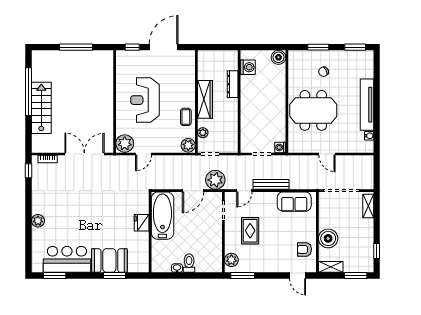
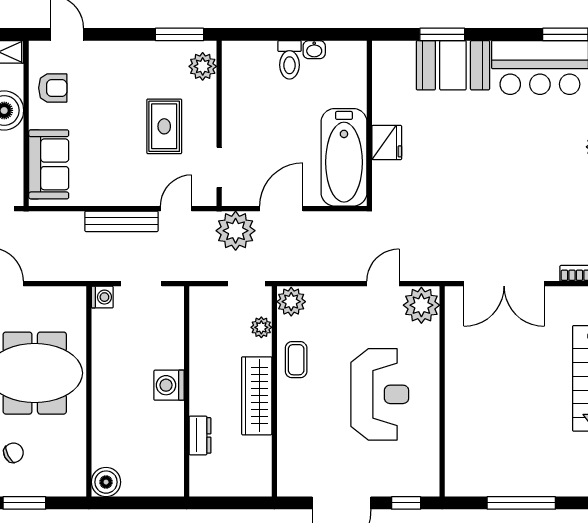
washing machine: (248, 67) -> (169, 385), moved
dresser: (233, 84) -> (200, 435), width x0.70
sofa: (294, 202) -> (49, 164), moved, turned 90

